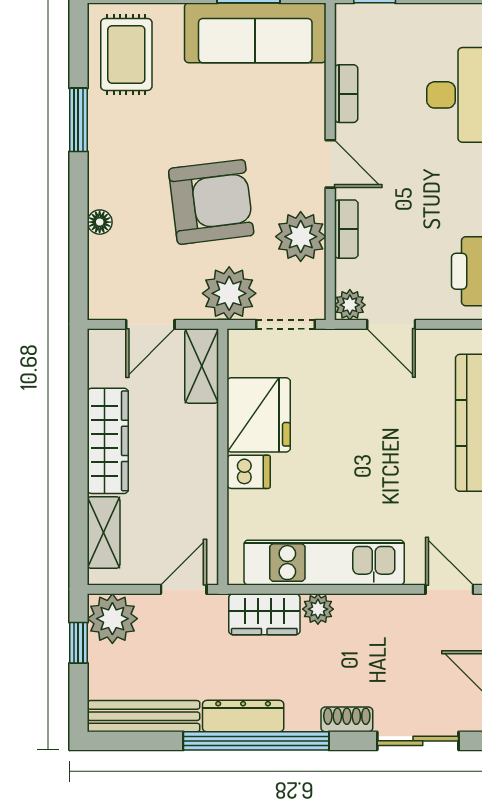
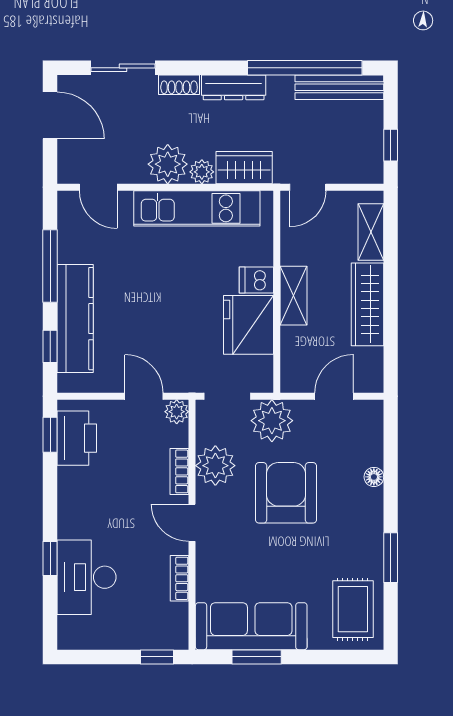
armchair: (211, 202) -> (286, 493), turned 97
shelving: (202, 366) -> (293, 296), moved
plant: (112, 619) -> (168, 164), moved
dresser: (243, 716) -> (234, 87), moved
window: (256, 741) -> (305, 68), moved

